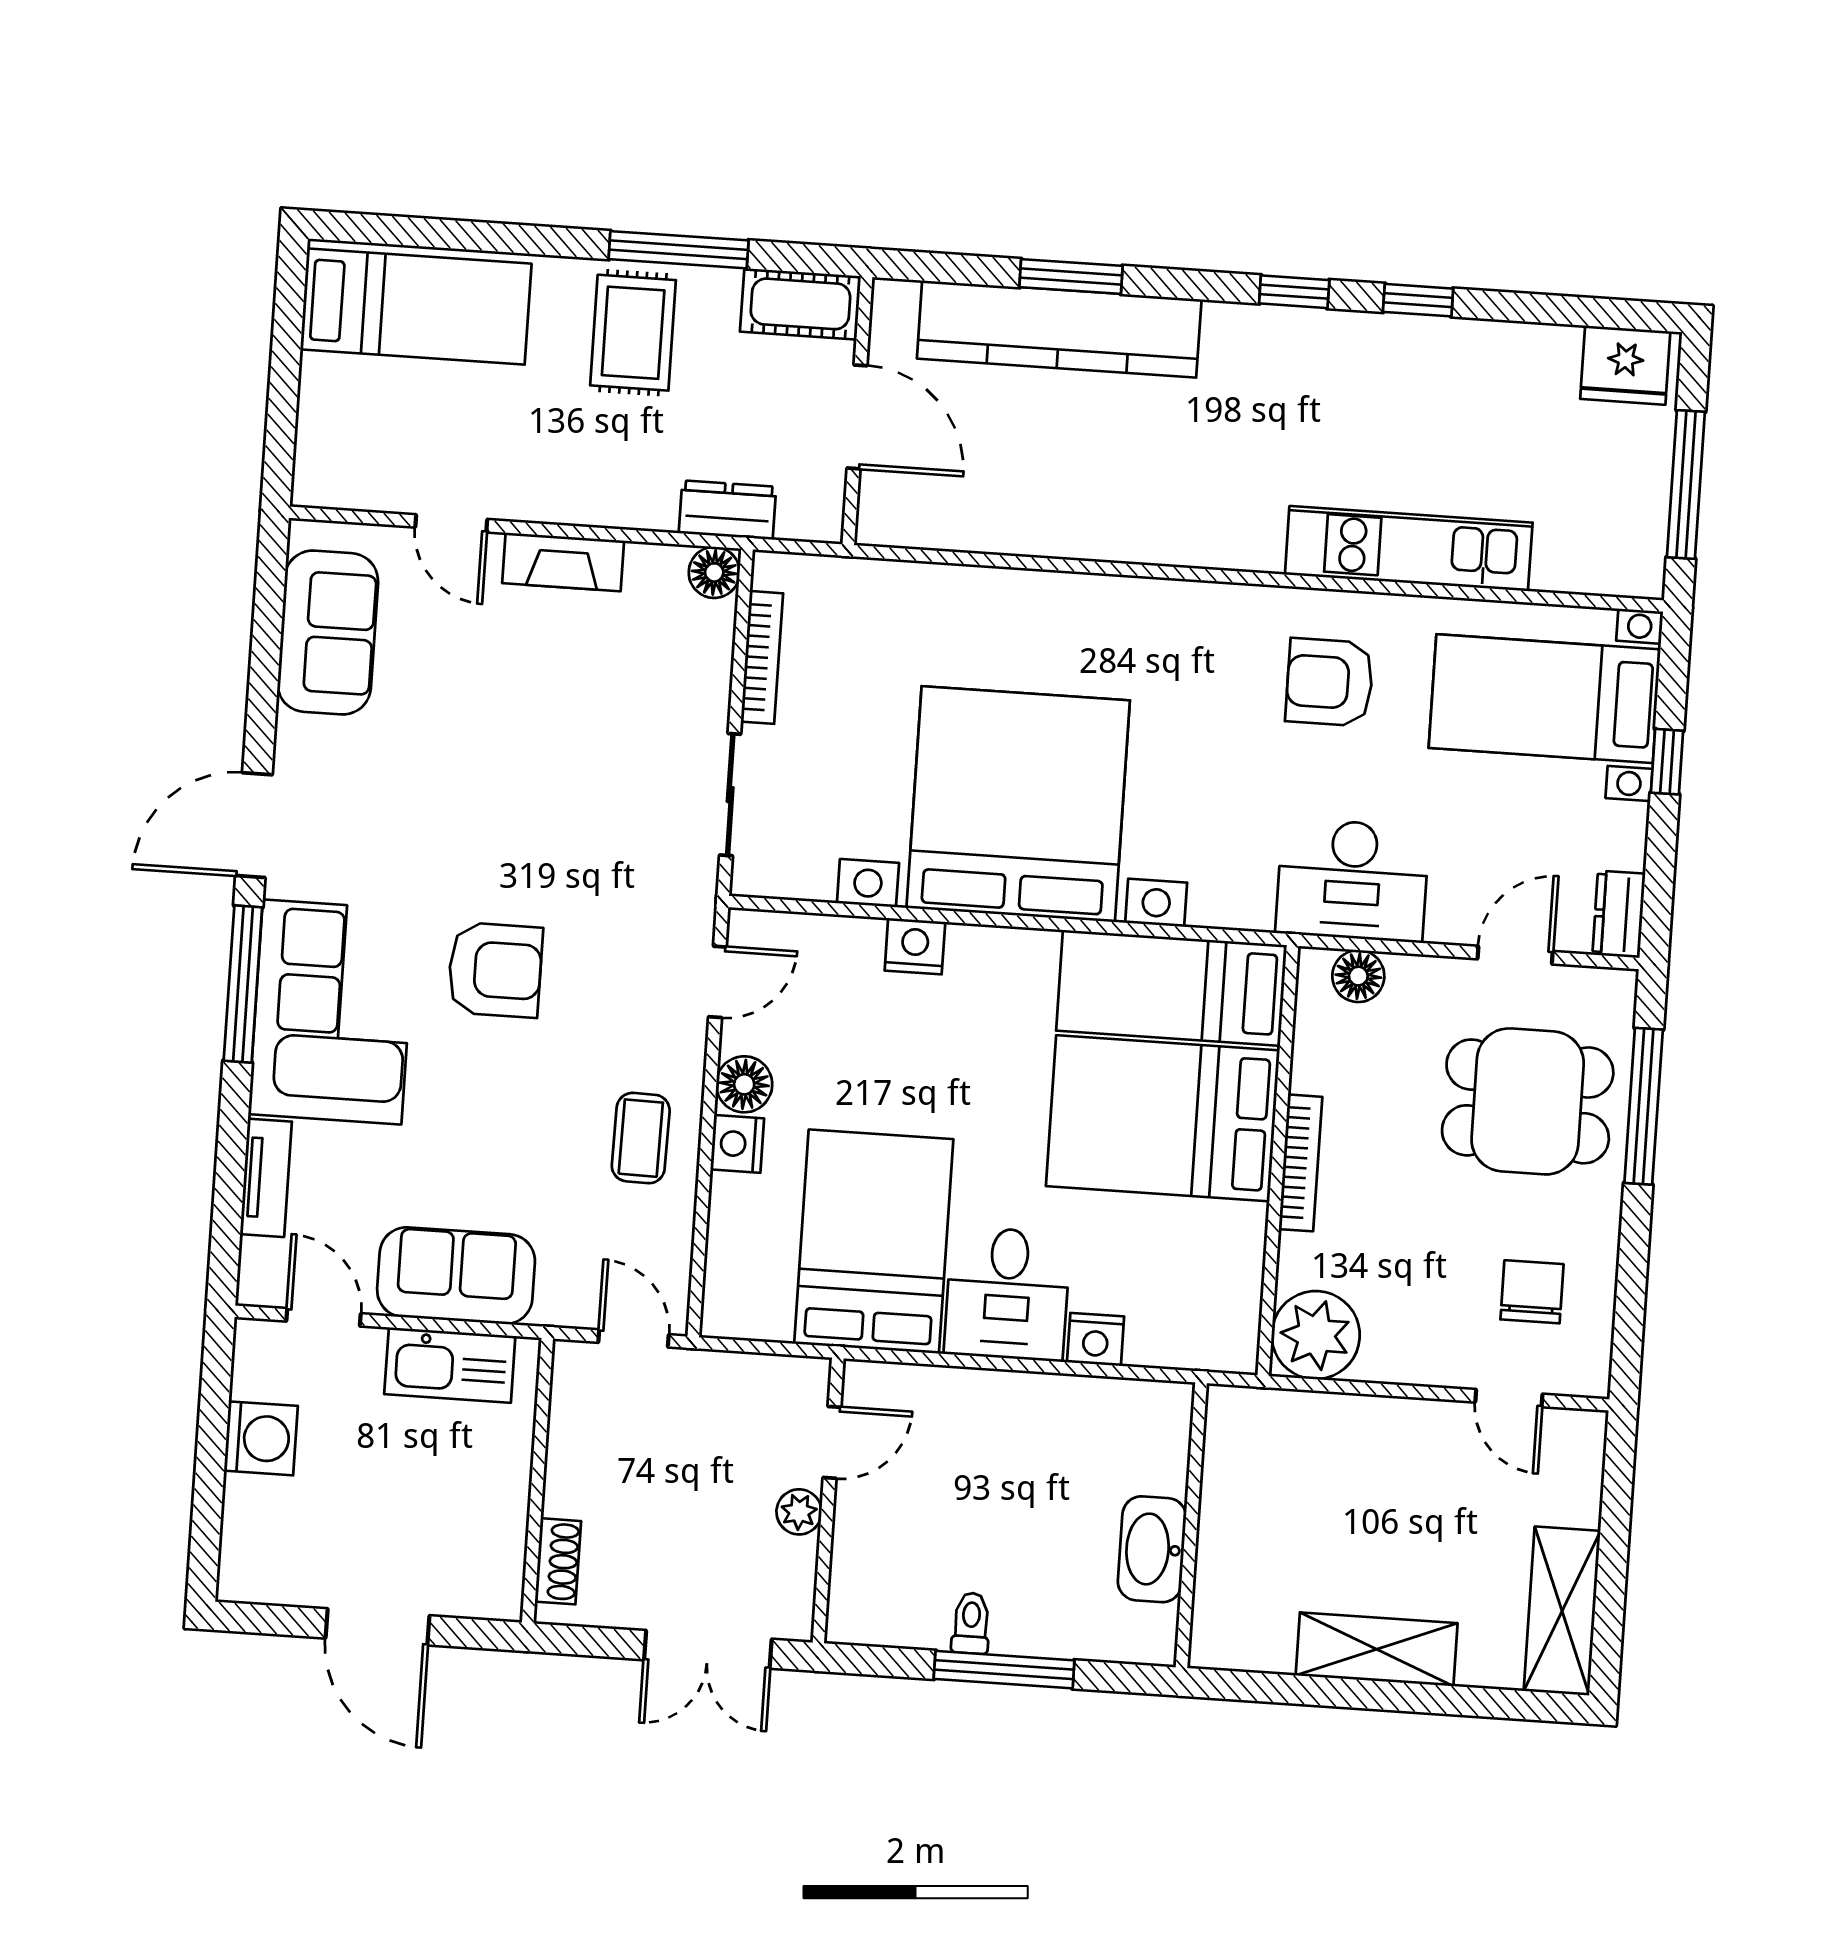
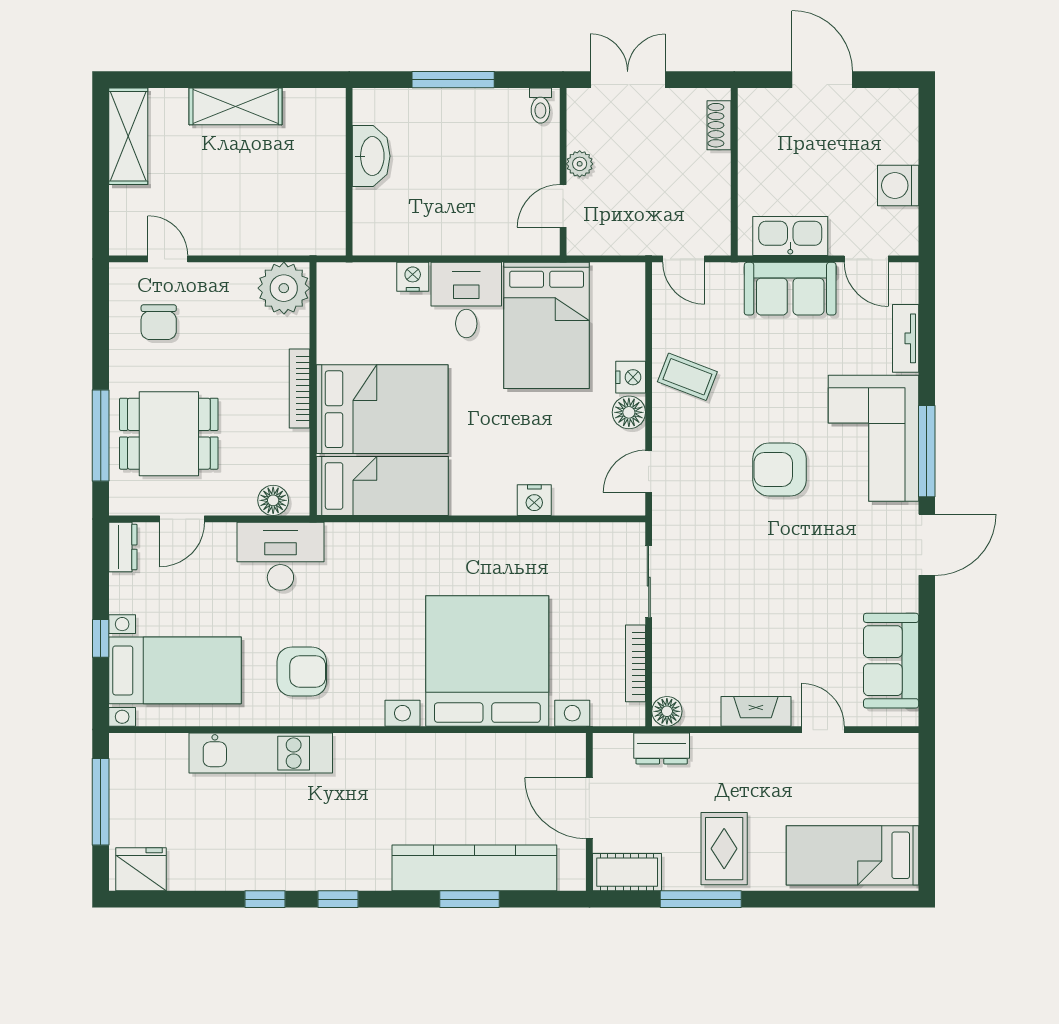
bed with nightstands: (1018, 804) -> (487, 661), moved, turned 180
coffee table: (641, 1138) -> (687, 377), turned -70
toilet: (971, 1623) -> (540, 106), moved

